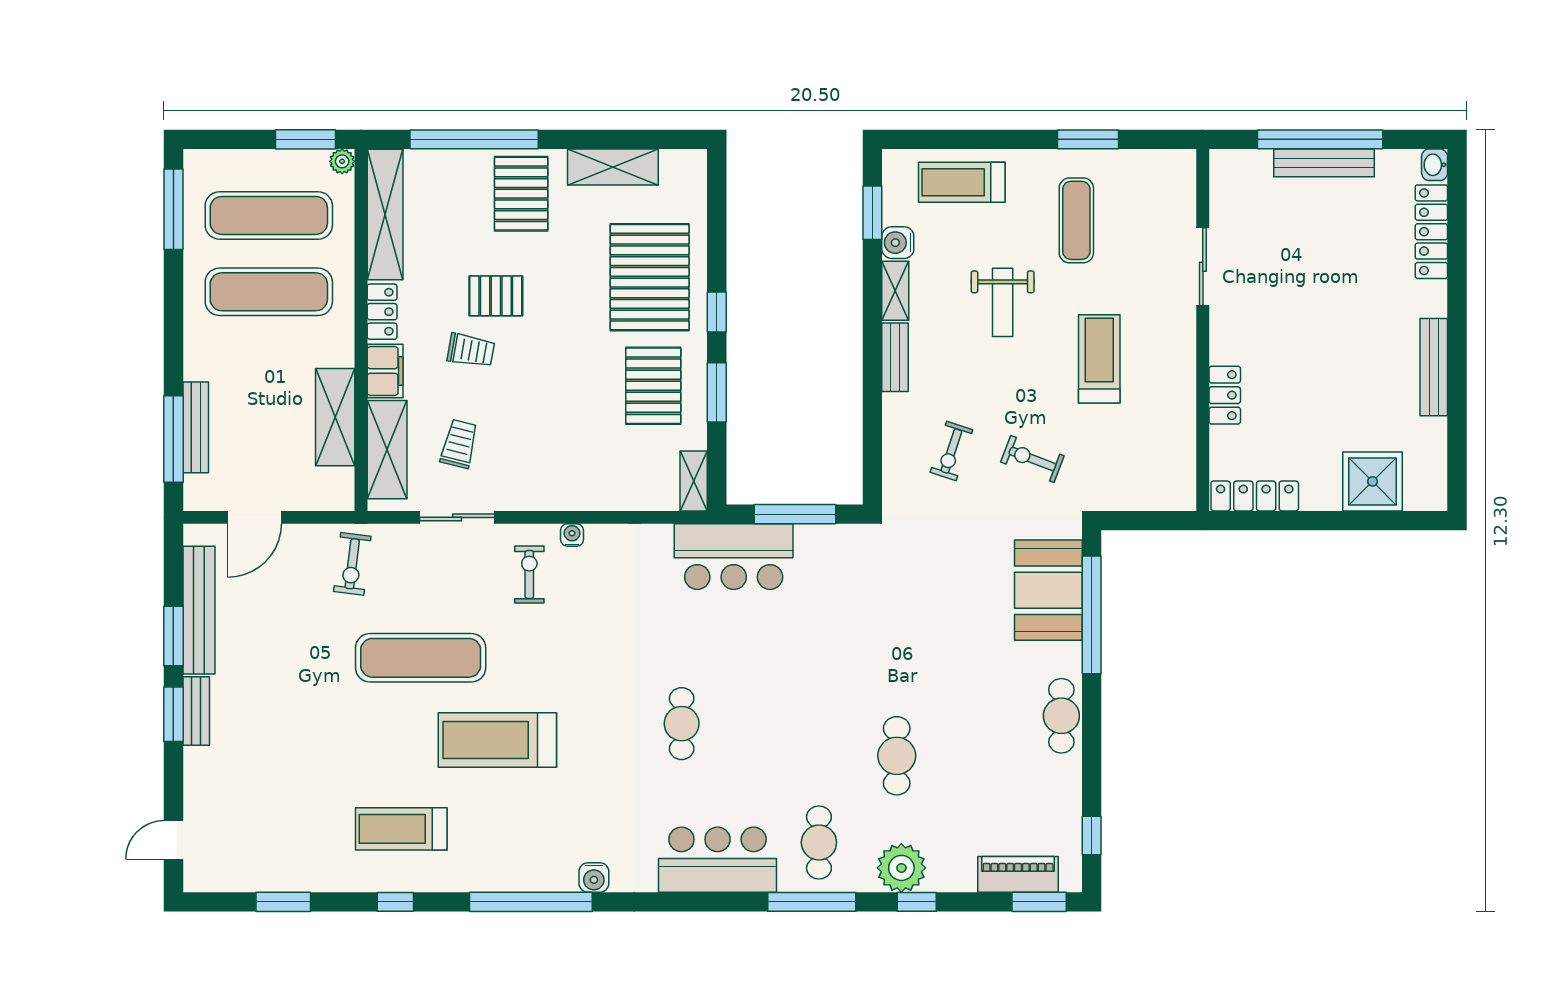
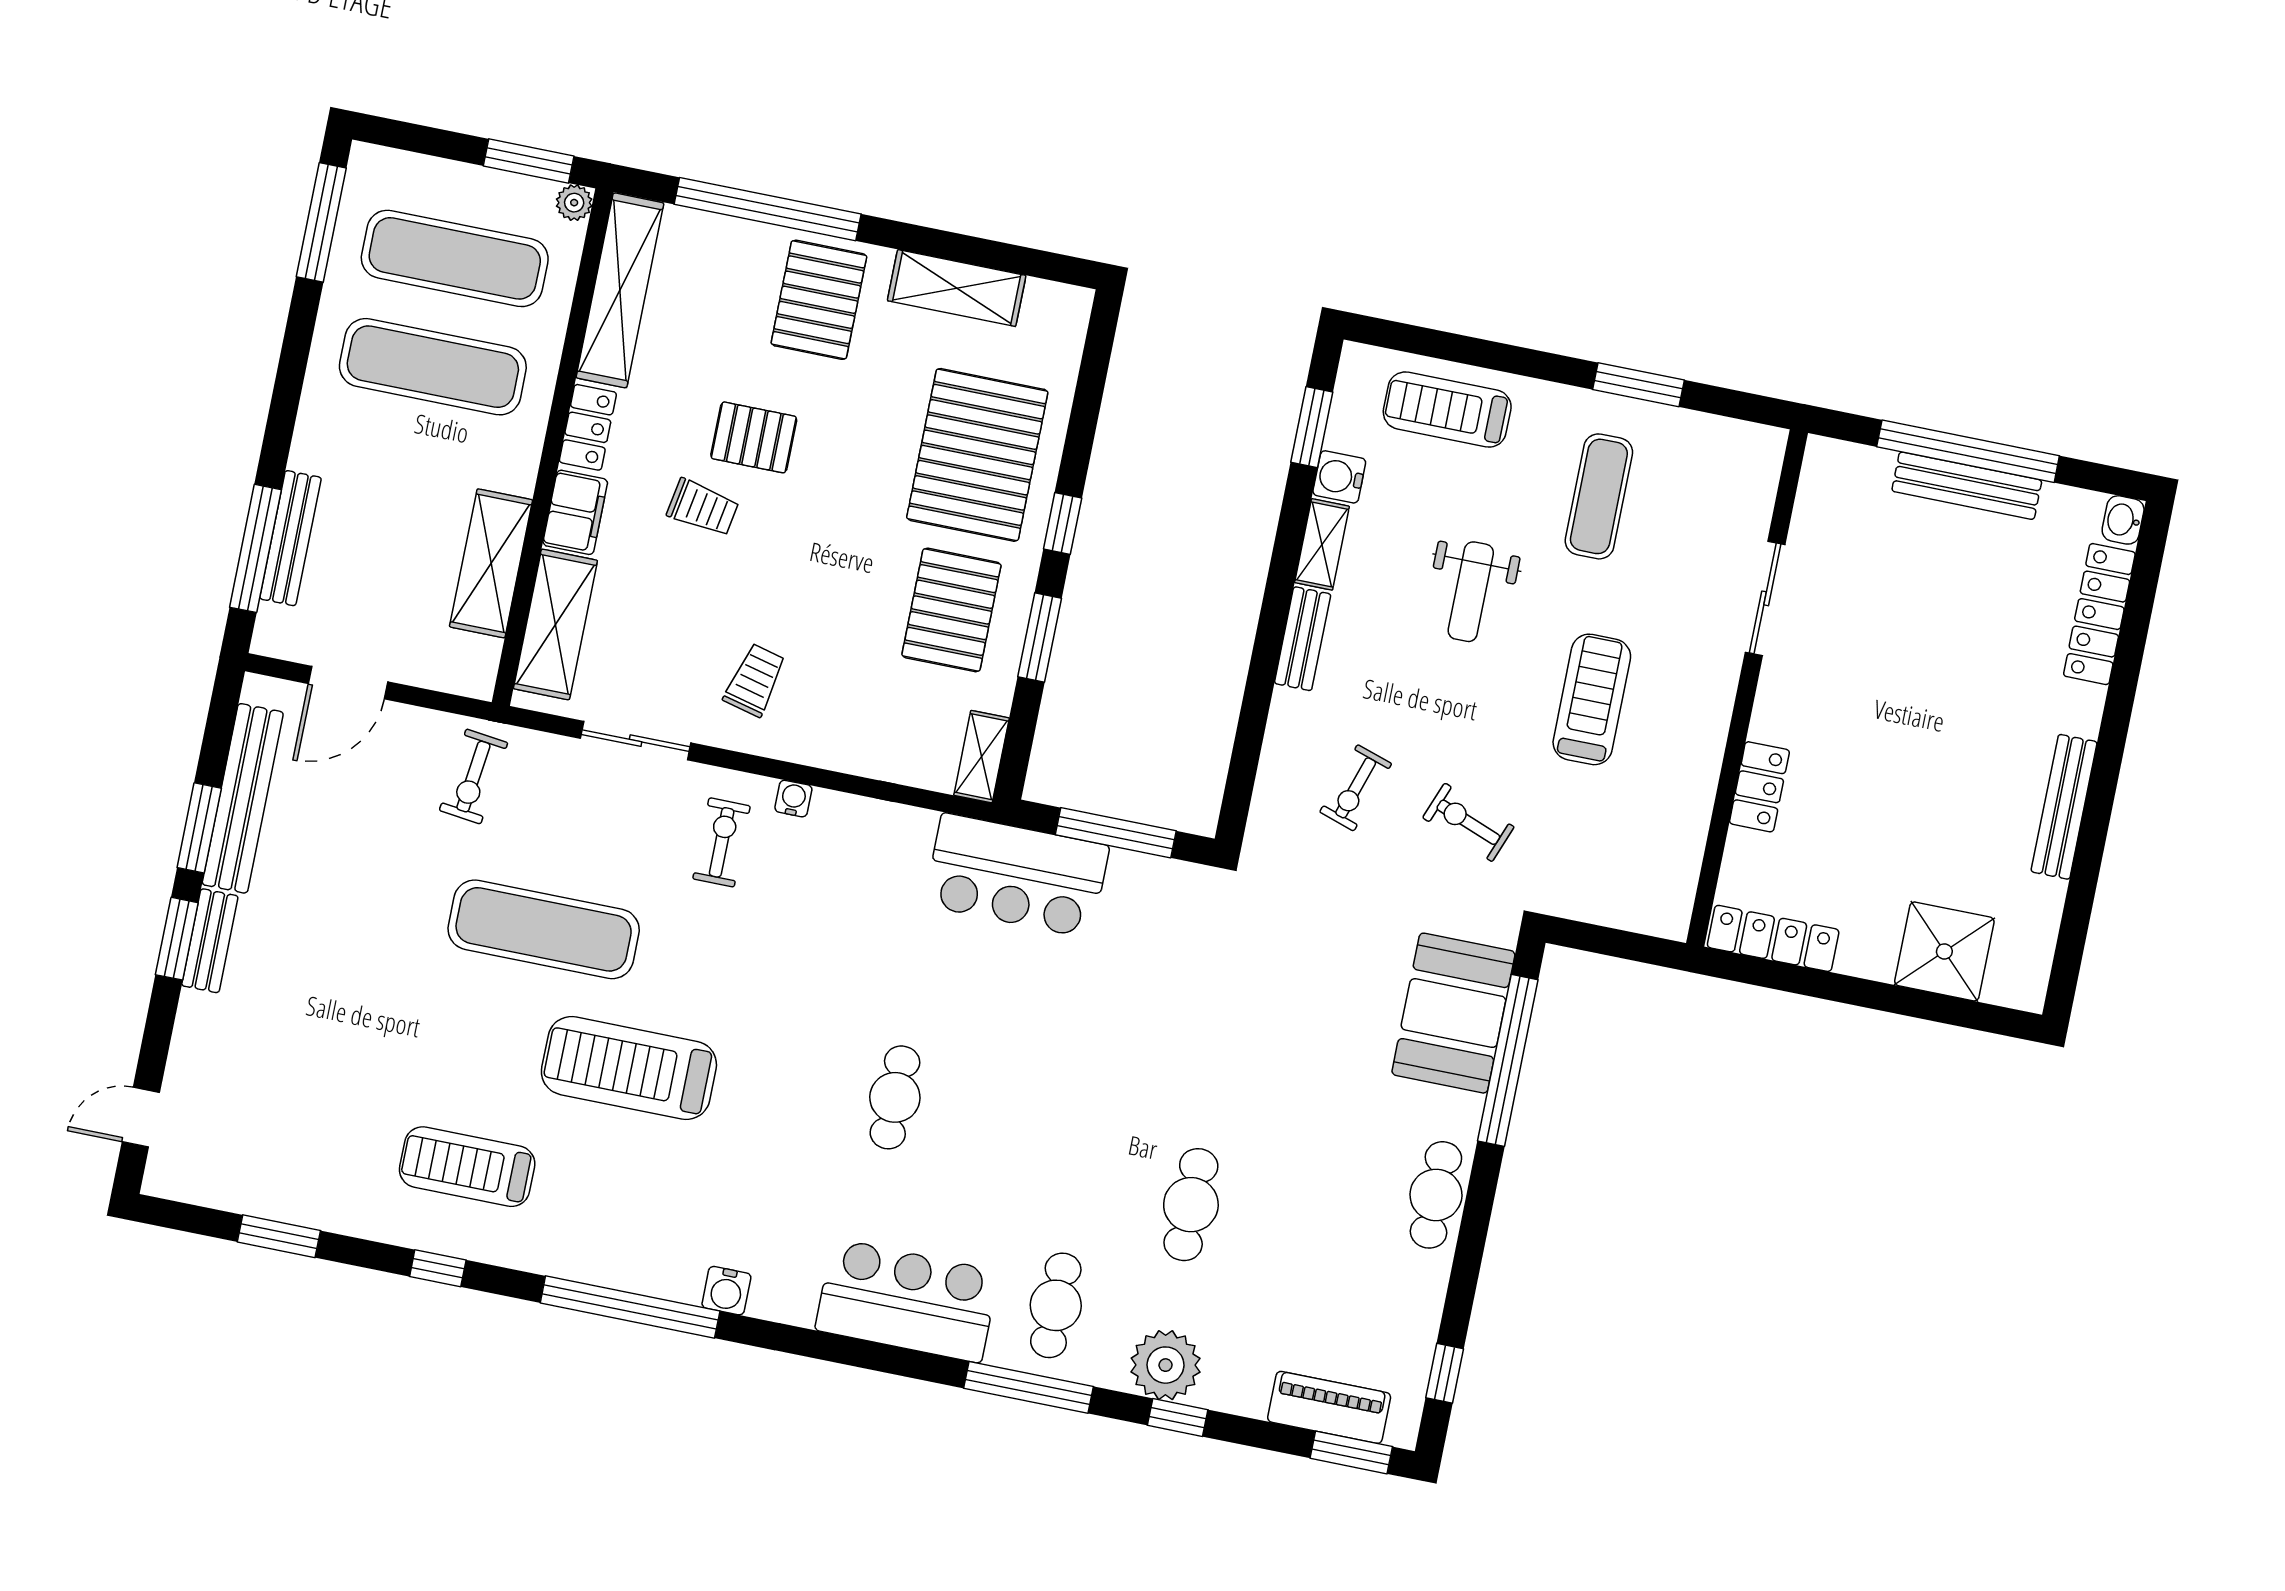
trolley: (459, 444) -> (755, 680), moved

